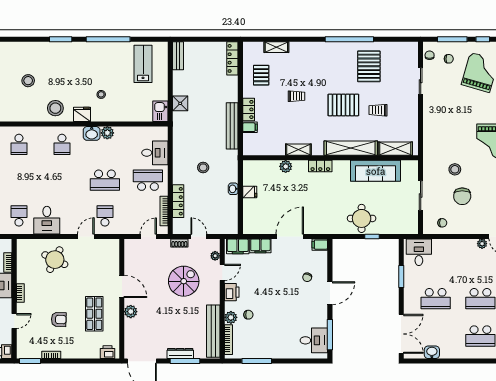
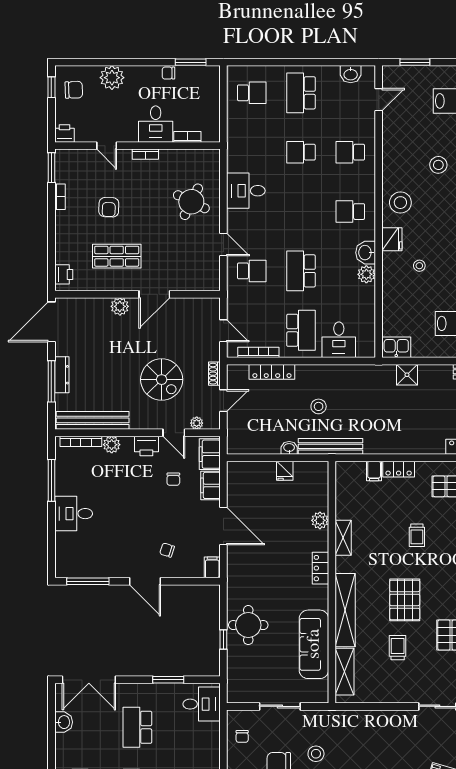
bench: (232, 126) -> (331, 446), moved
school desk: (19, 216) -> (301, 152), moved, turned 180
chair: (248, 315) -> (173, 479), moved
desk: (314, 340) -> (74, 514), moved, turned 90

